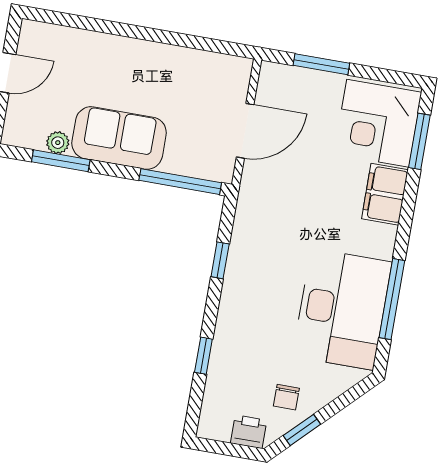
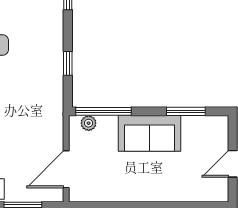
door: (245, 131) -> (66, 169), moved
plant: (58, 143) -> (89, 123), moved

